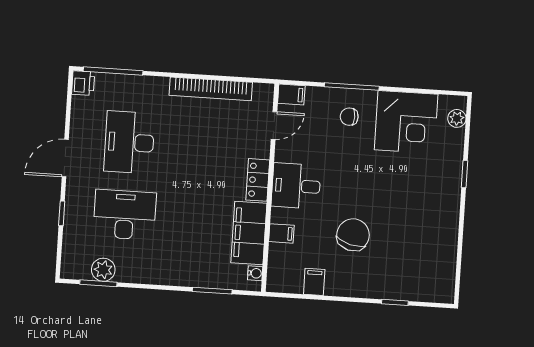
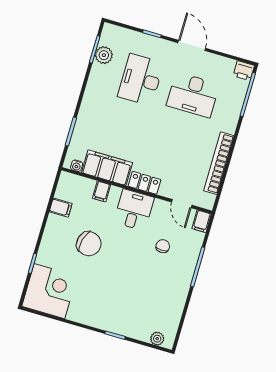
chair: (349, 117) -> (163, 246), moved
corner desk: (406, 122) -> (49, 291), moved, turned 180
desk: (129, 142) -> (193, 95), turned 180
desk: (125, 215) -> (141, 80), turned 180

